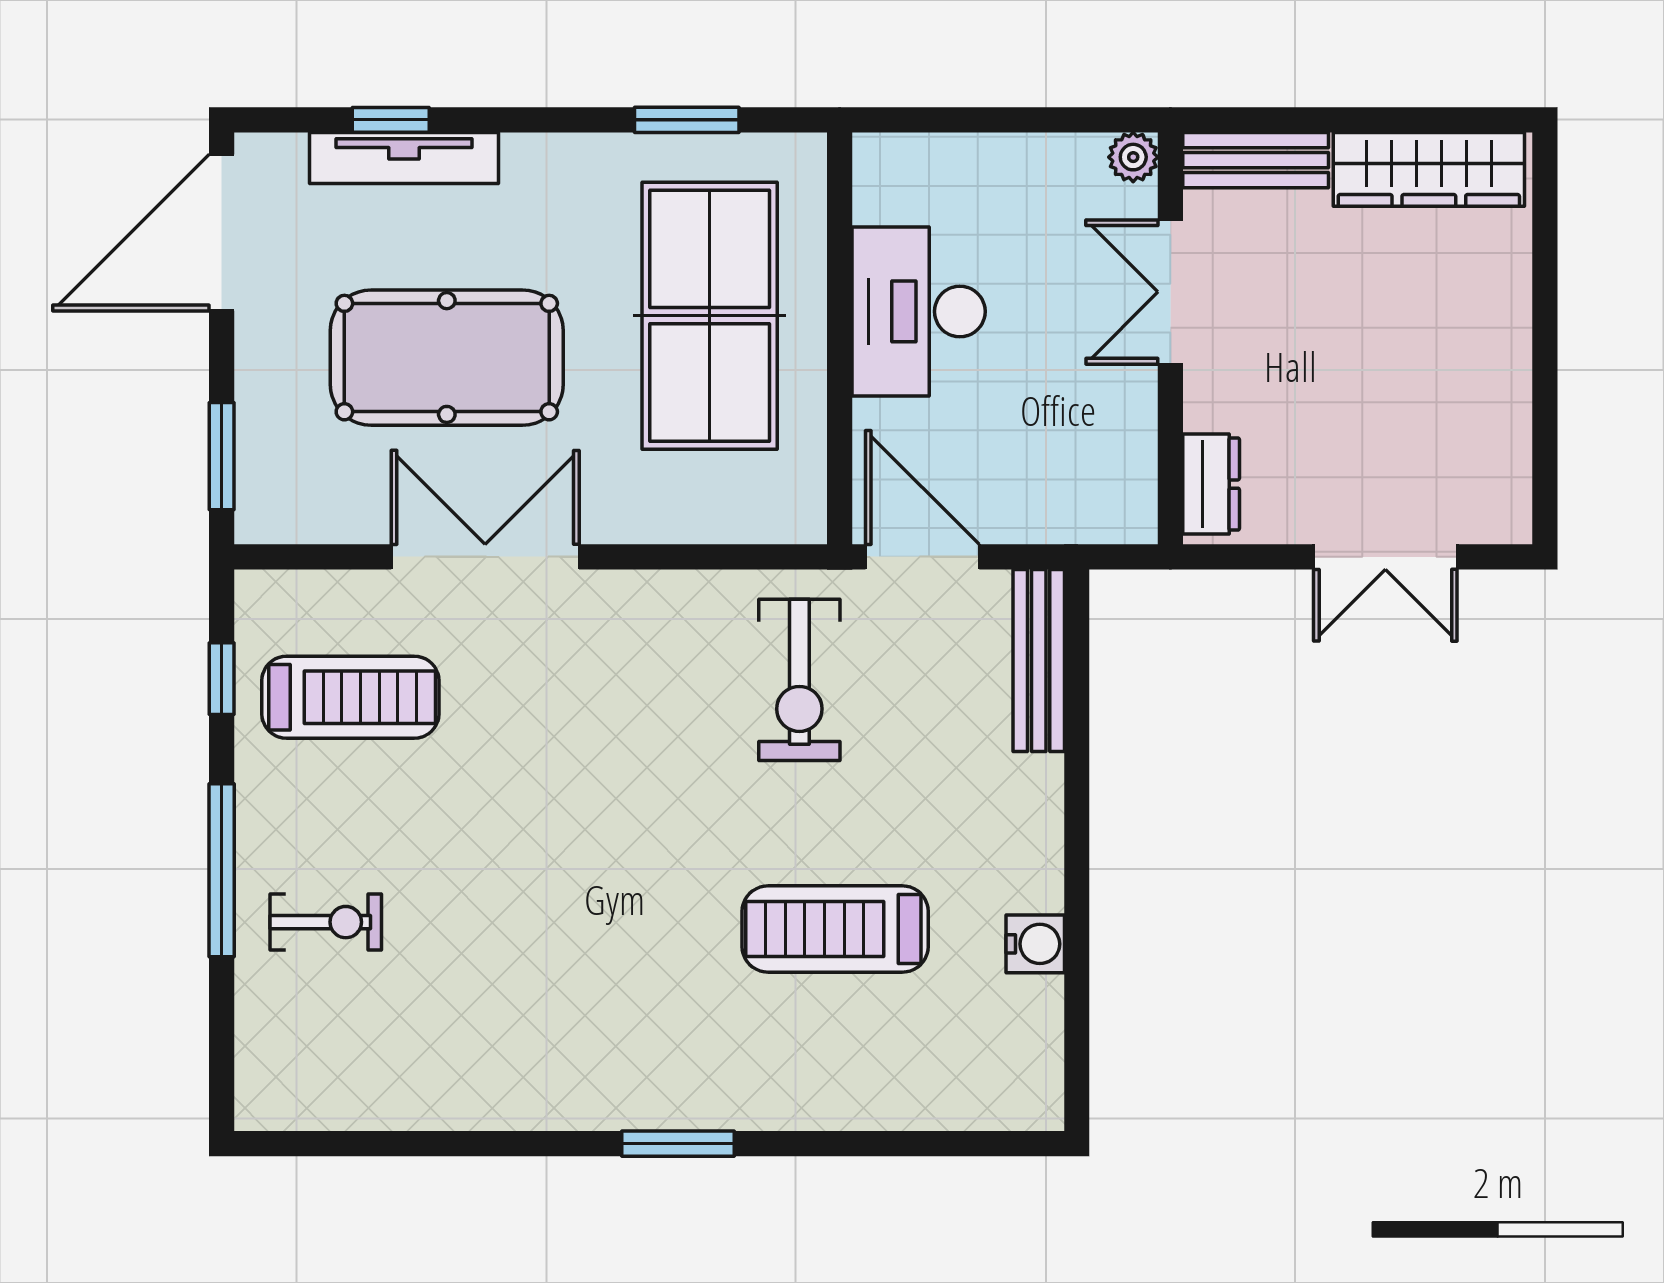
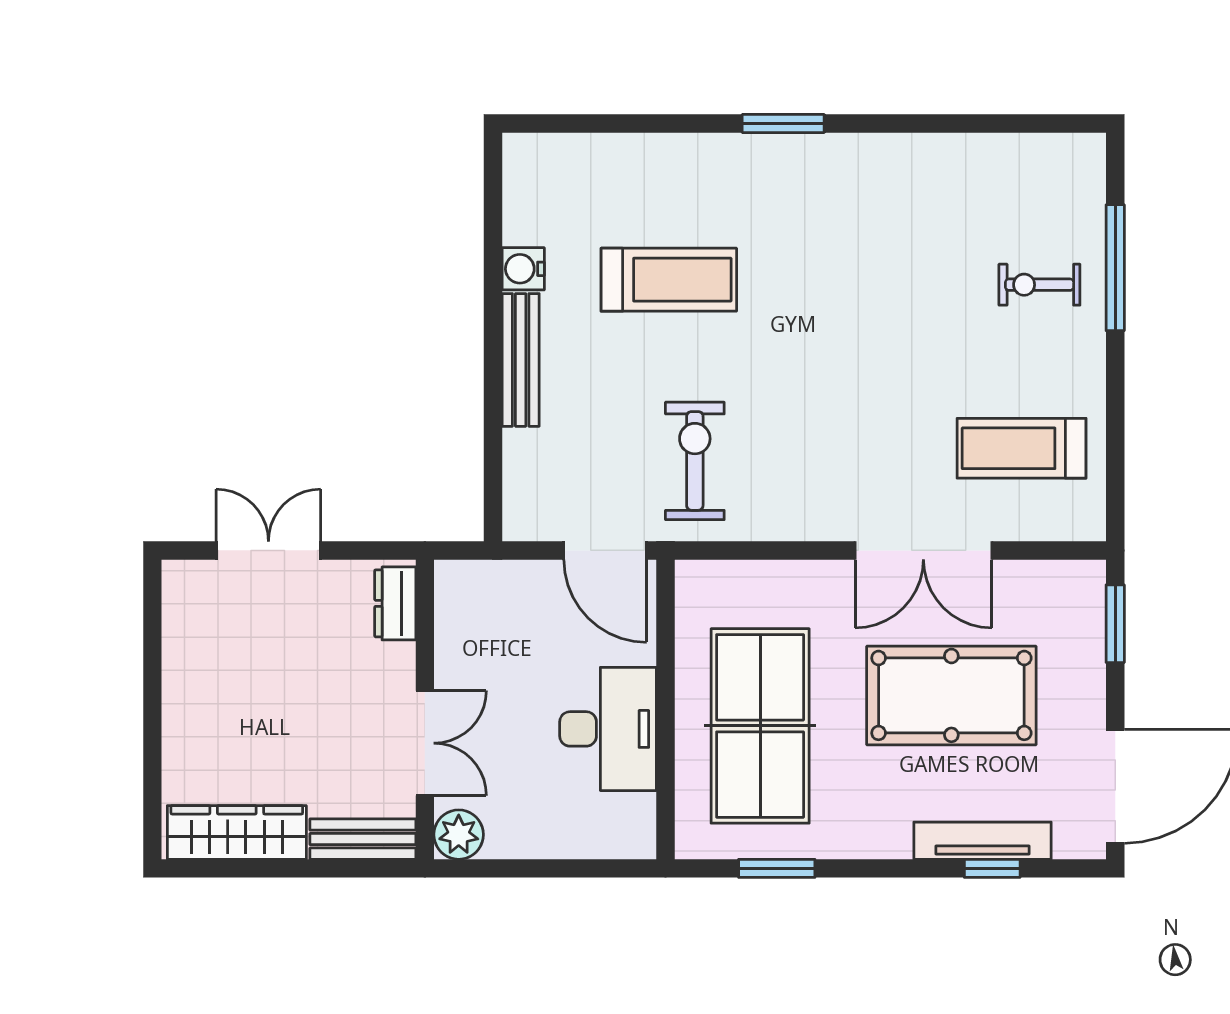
plant: (1133, 157) -> (459, 835), width x1.38, depth x1.38
bench: (1039, 661) -> (521, 360), moved
window: (222, 679) -> (1115, 462), removed
window: (222, 870) -> (1115, 268), moved

